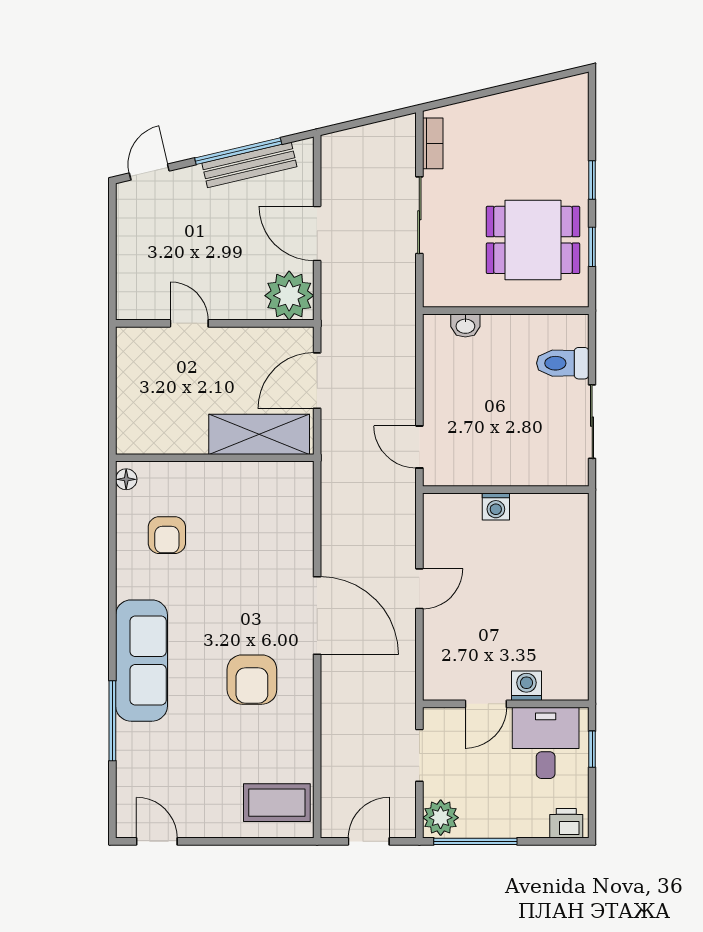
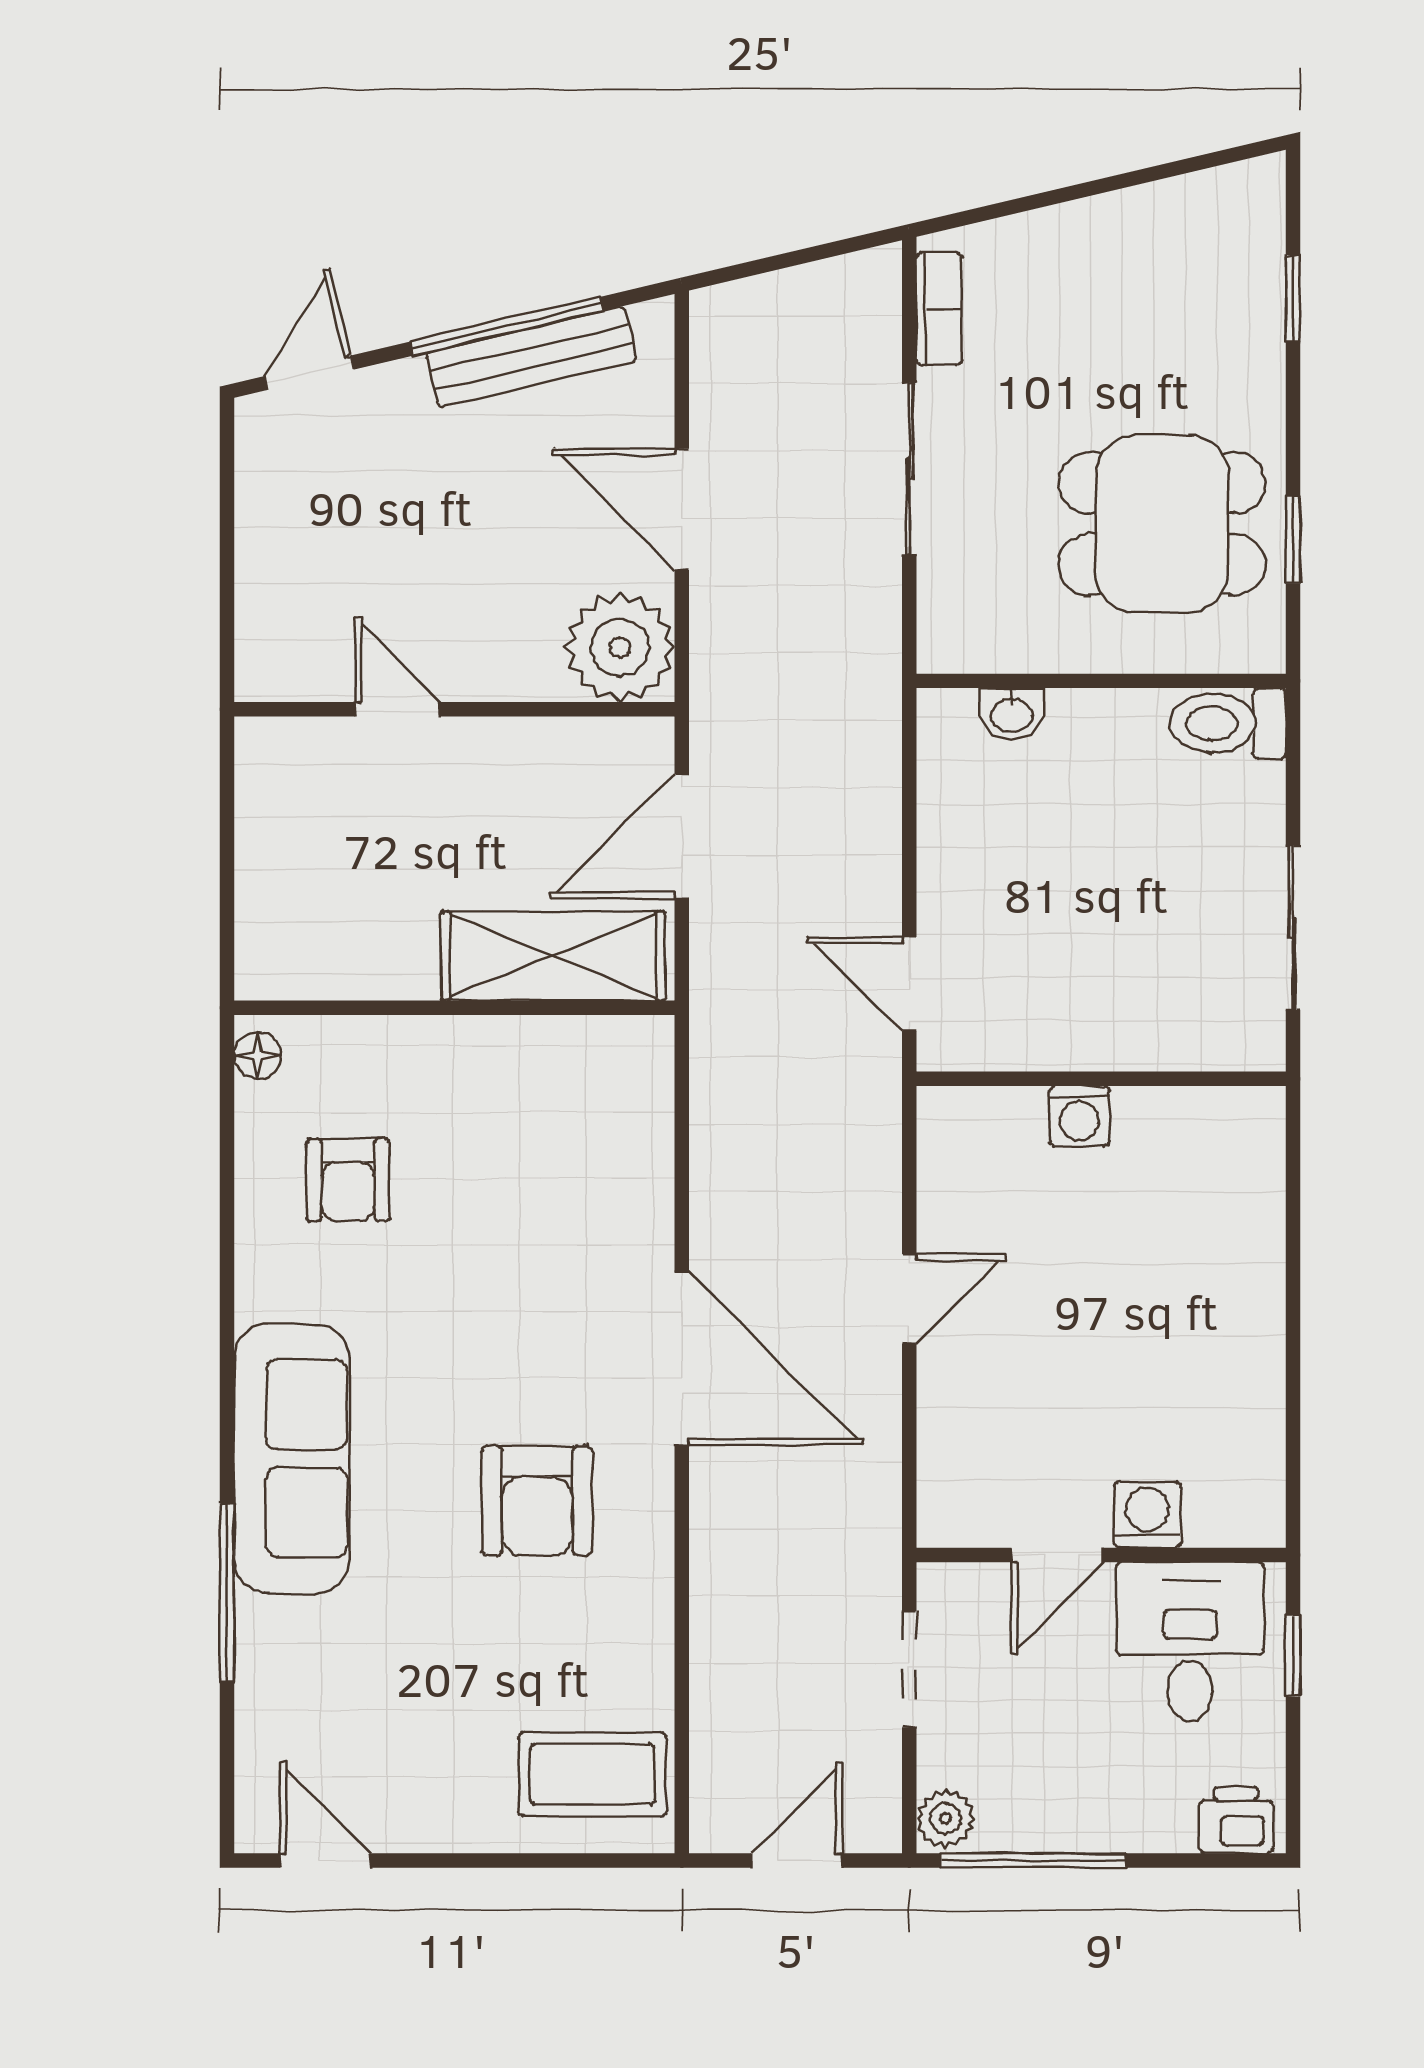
window: (592, 180) -> (1293, 298), moved
toilet: (563, 363) -> (1228, 723), moved
plant: (441, 818) -> (945, 1818), width x0.73, depth x0.73

